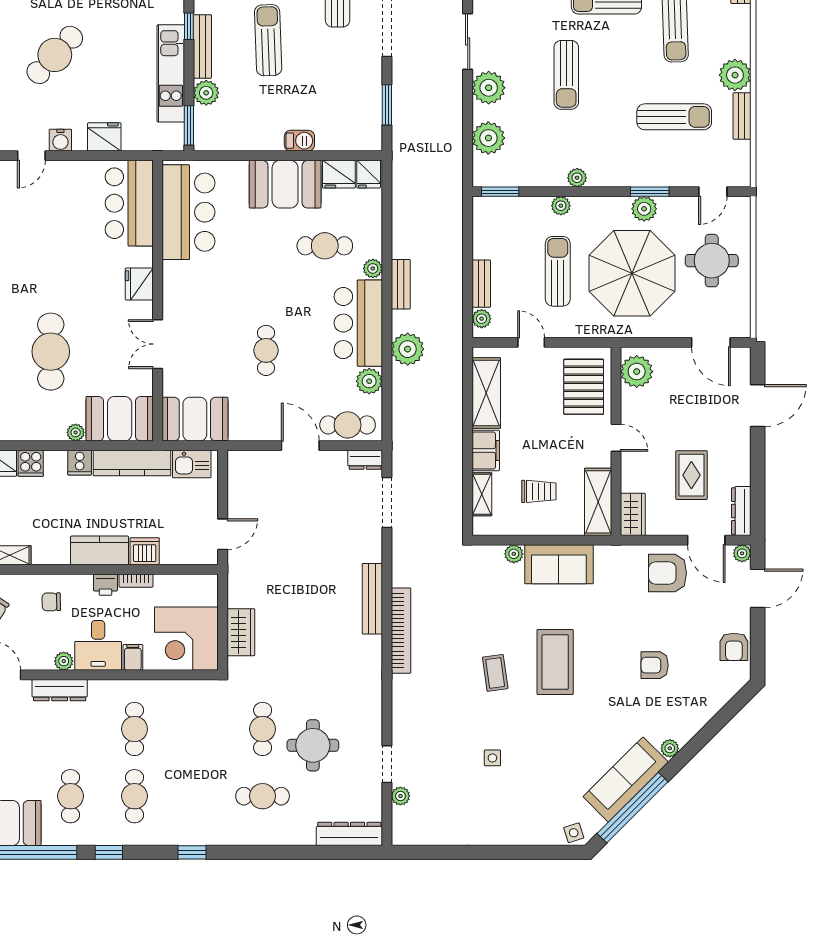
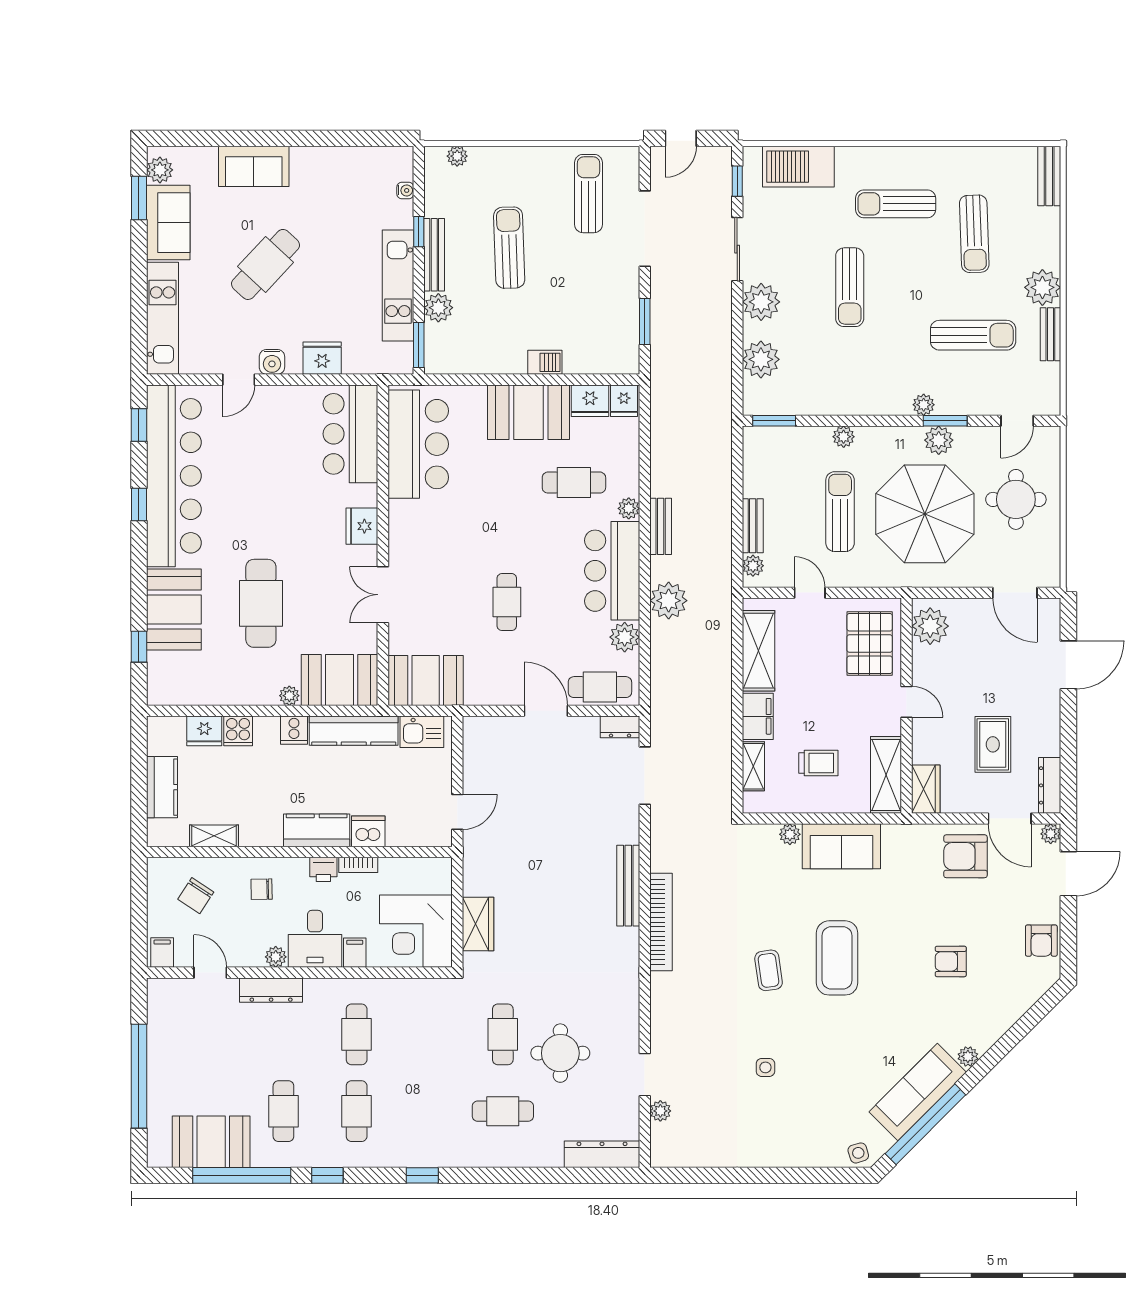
plant: (577, 178) -> (924, 405), moved

